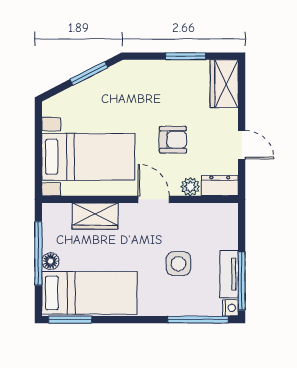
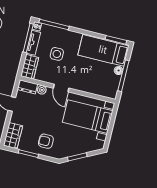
armchair: (173, 140) -> (46, 141), moved
wardrobe: (95, 216) -> (30, 67), moved, turned 90

